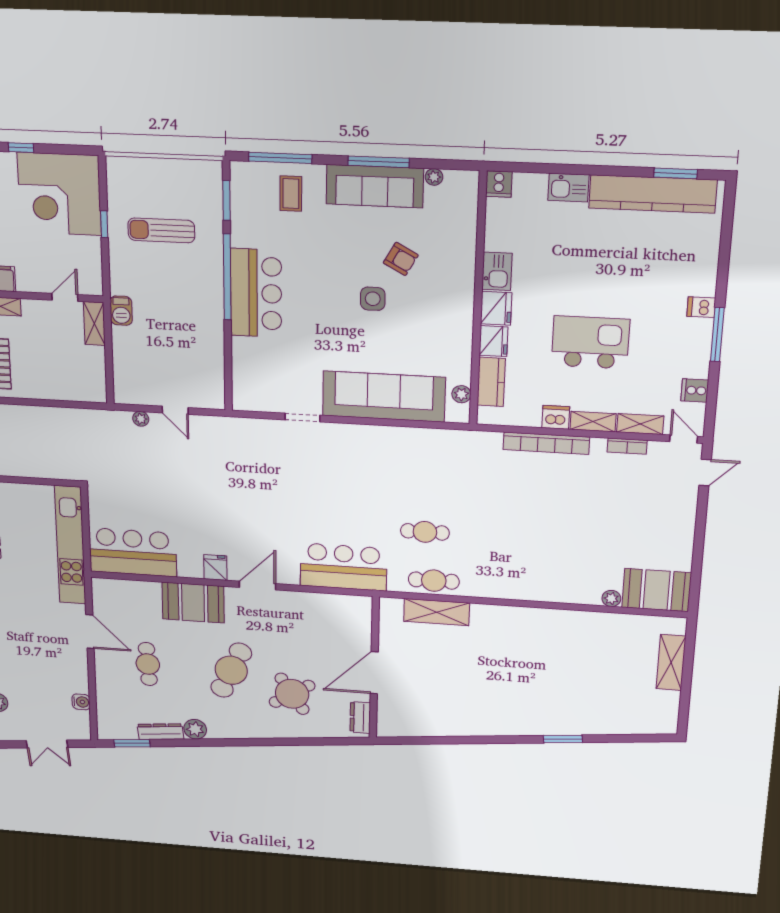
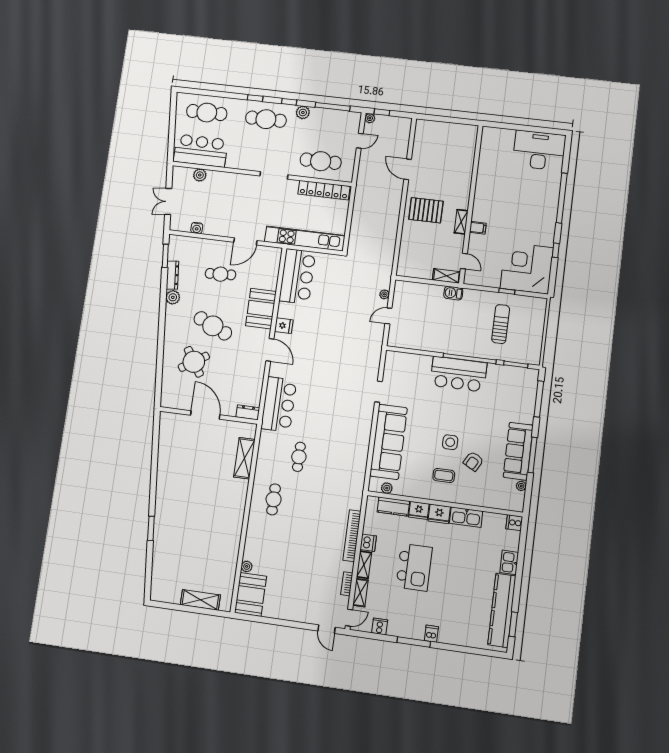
coffee table: (291, 194) -> (444, 475), moved
kitchen sink: (497, 271) -> (466, 517), width x1.38
cafe table: (434, 581) -> (274, 499), moved
dresser: (360, 717) -> (248, 412), moved

